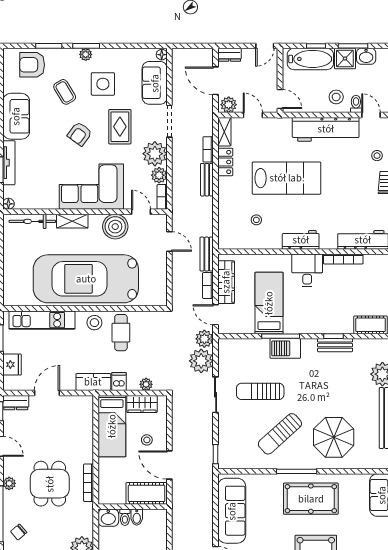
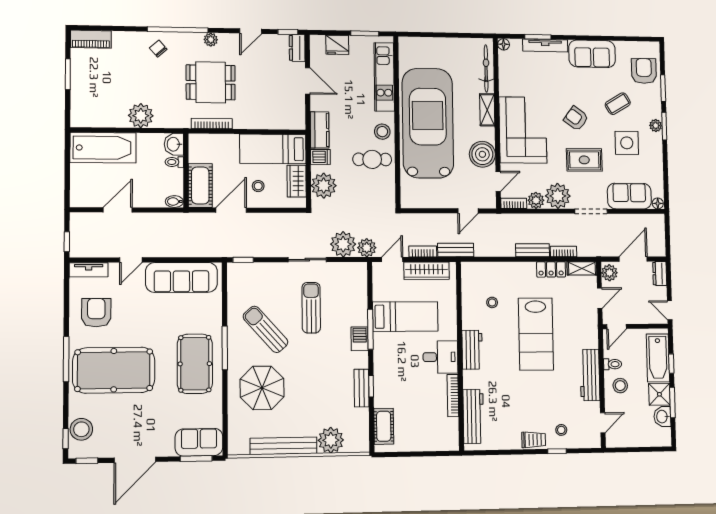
toilet: (356, 104) -> (613, 364), moved
workbench: (326, 129) -> (590, 375), width x0.73, depth x0.76
barbecue: (285, 348) -> (360, 339), width x0.73, depth x0.79
plant: (146, 384) -> (324, 186), width x1.88, depth x1.88
bidet: (137, 517) -> (174, 202), moved

